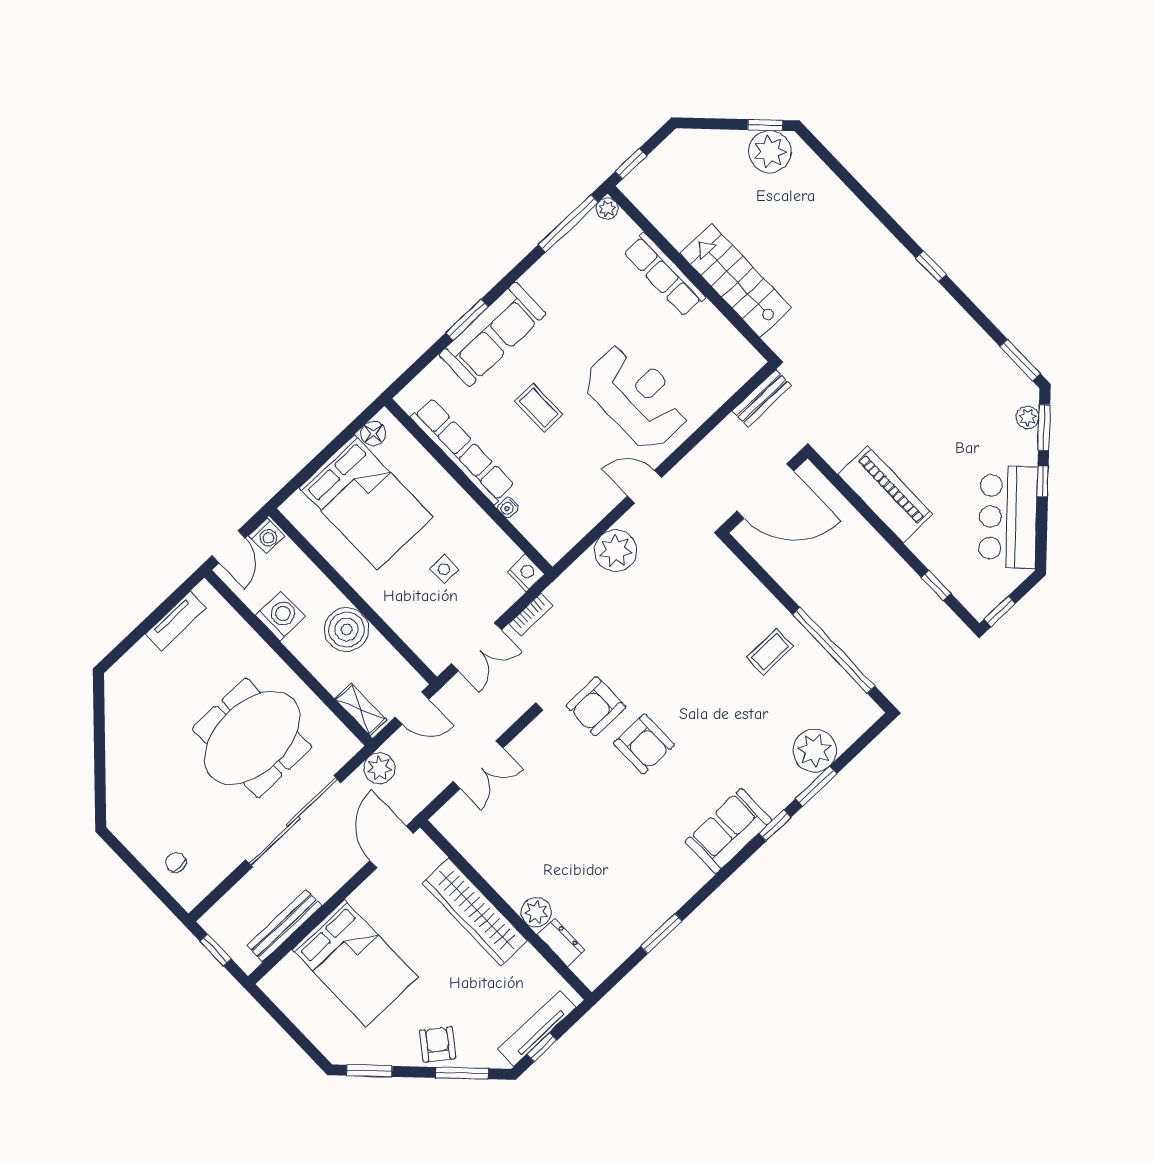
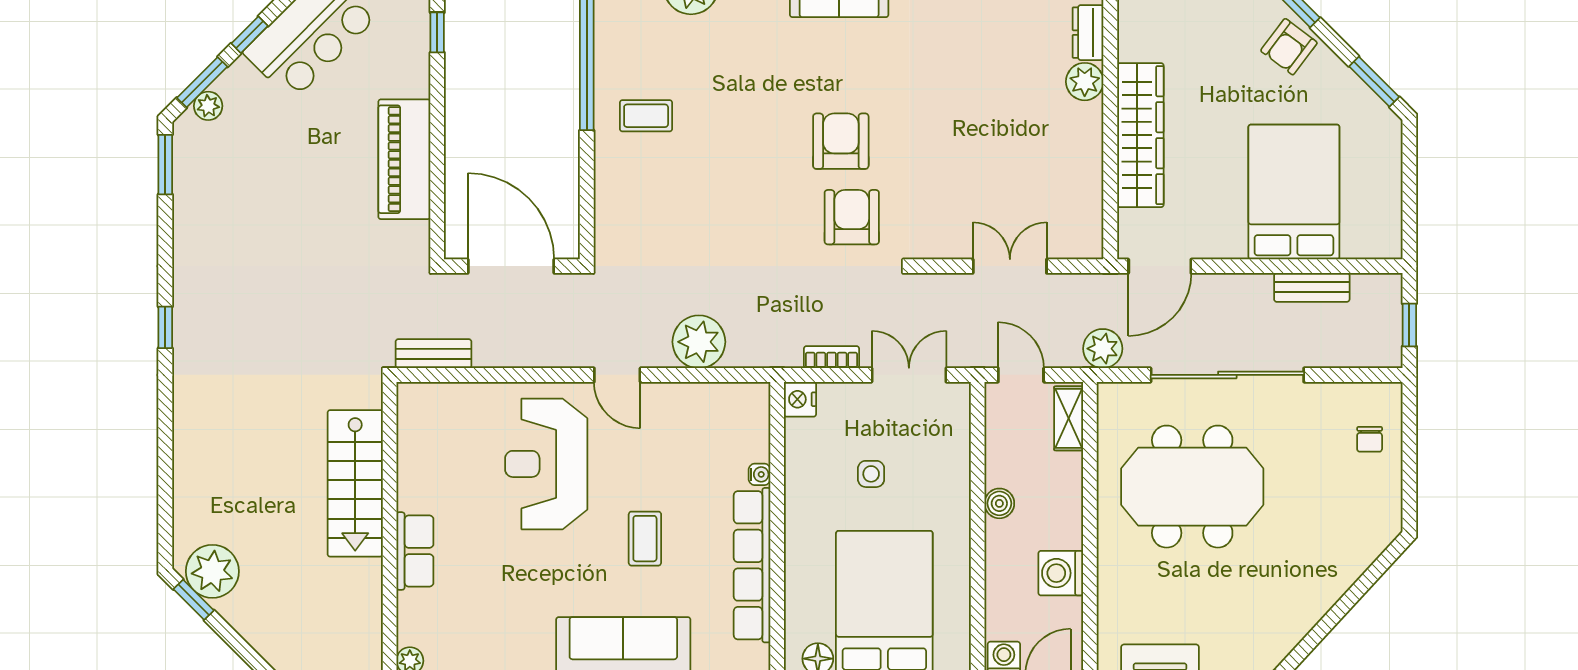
row of seats: (664, 274) -> (415, 551), width x0.68
boiler: (347, 629) -> (999, 503), width x0.54, depth x0.54
armchair: (596, 706) -> (852, 217), turned -90
bench: (285, 926) -> (1312, 287), width x0.73

